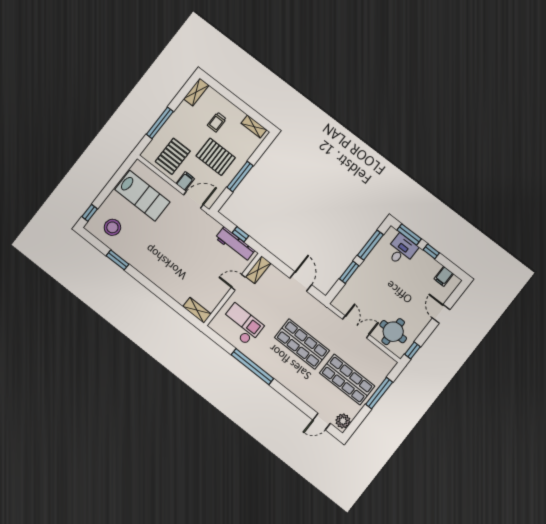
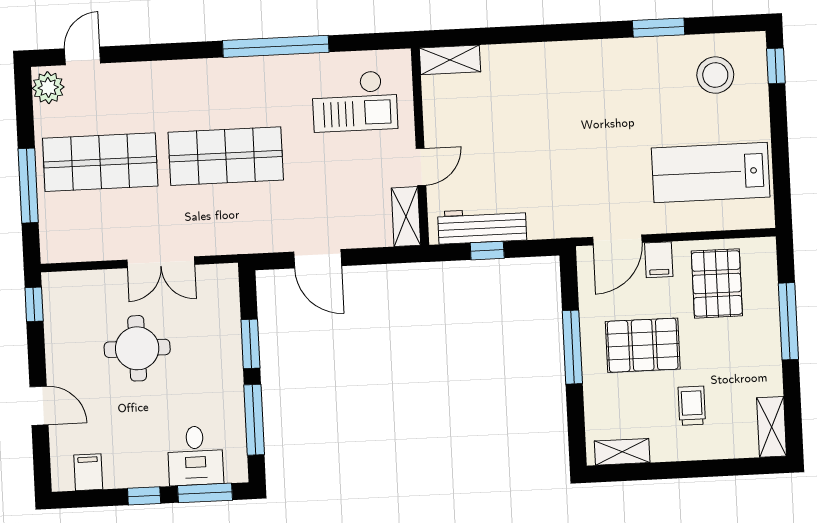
round table: (393, 332) -> (137, 348), moved

